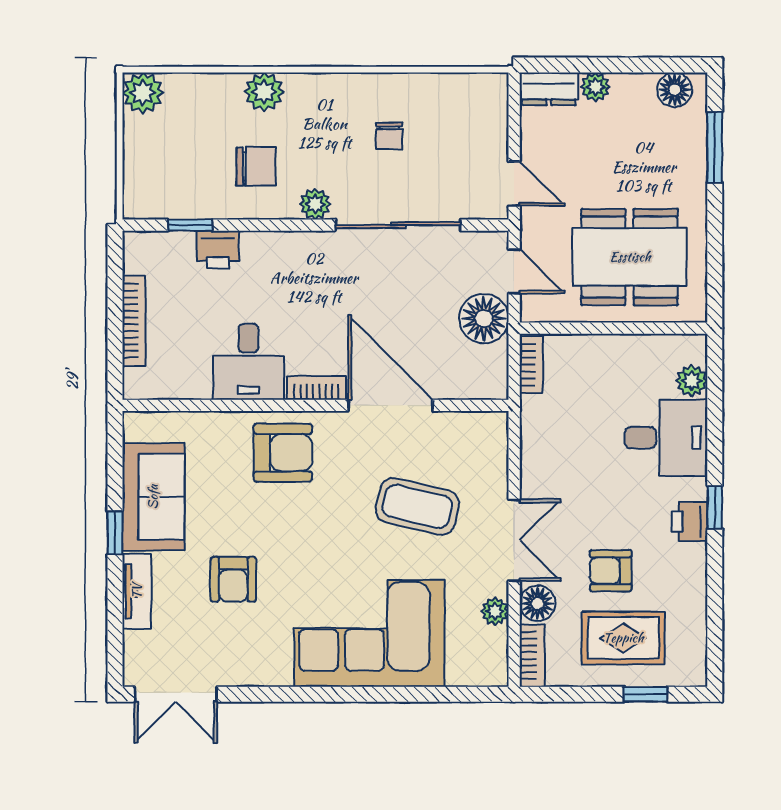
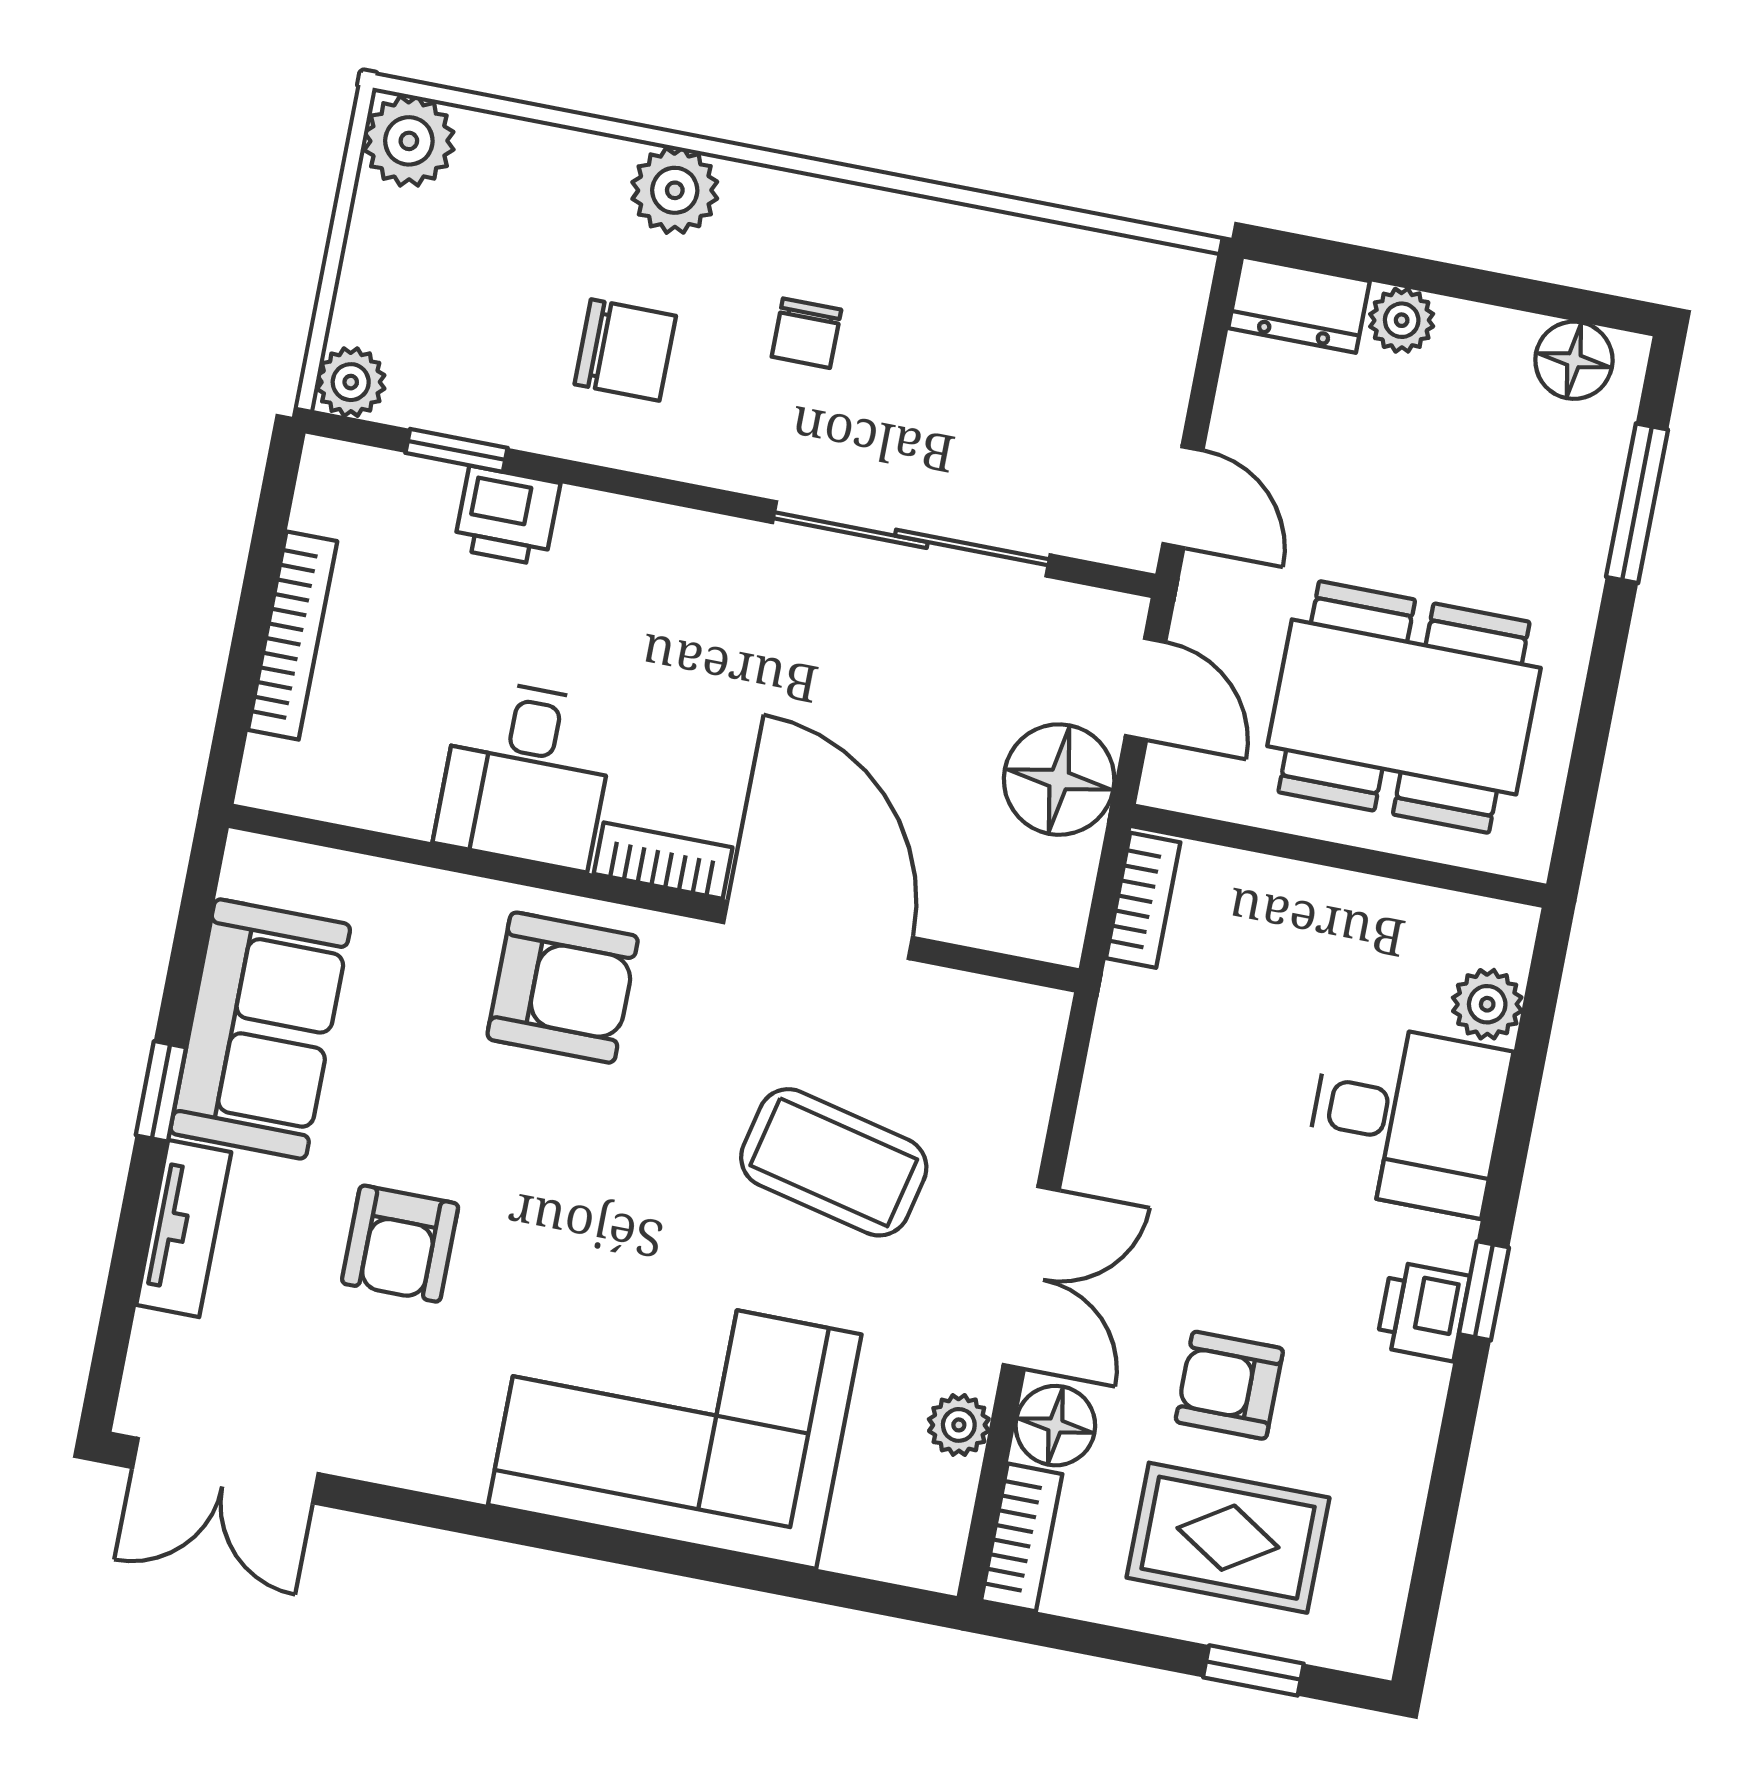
chair: (389, 136) -> (806, 333), moved
plant: (315, 204) -> (351, 382), moved

